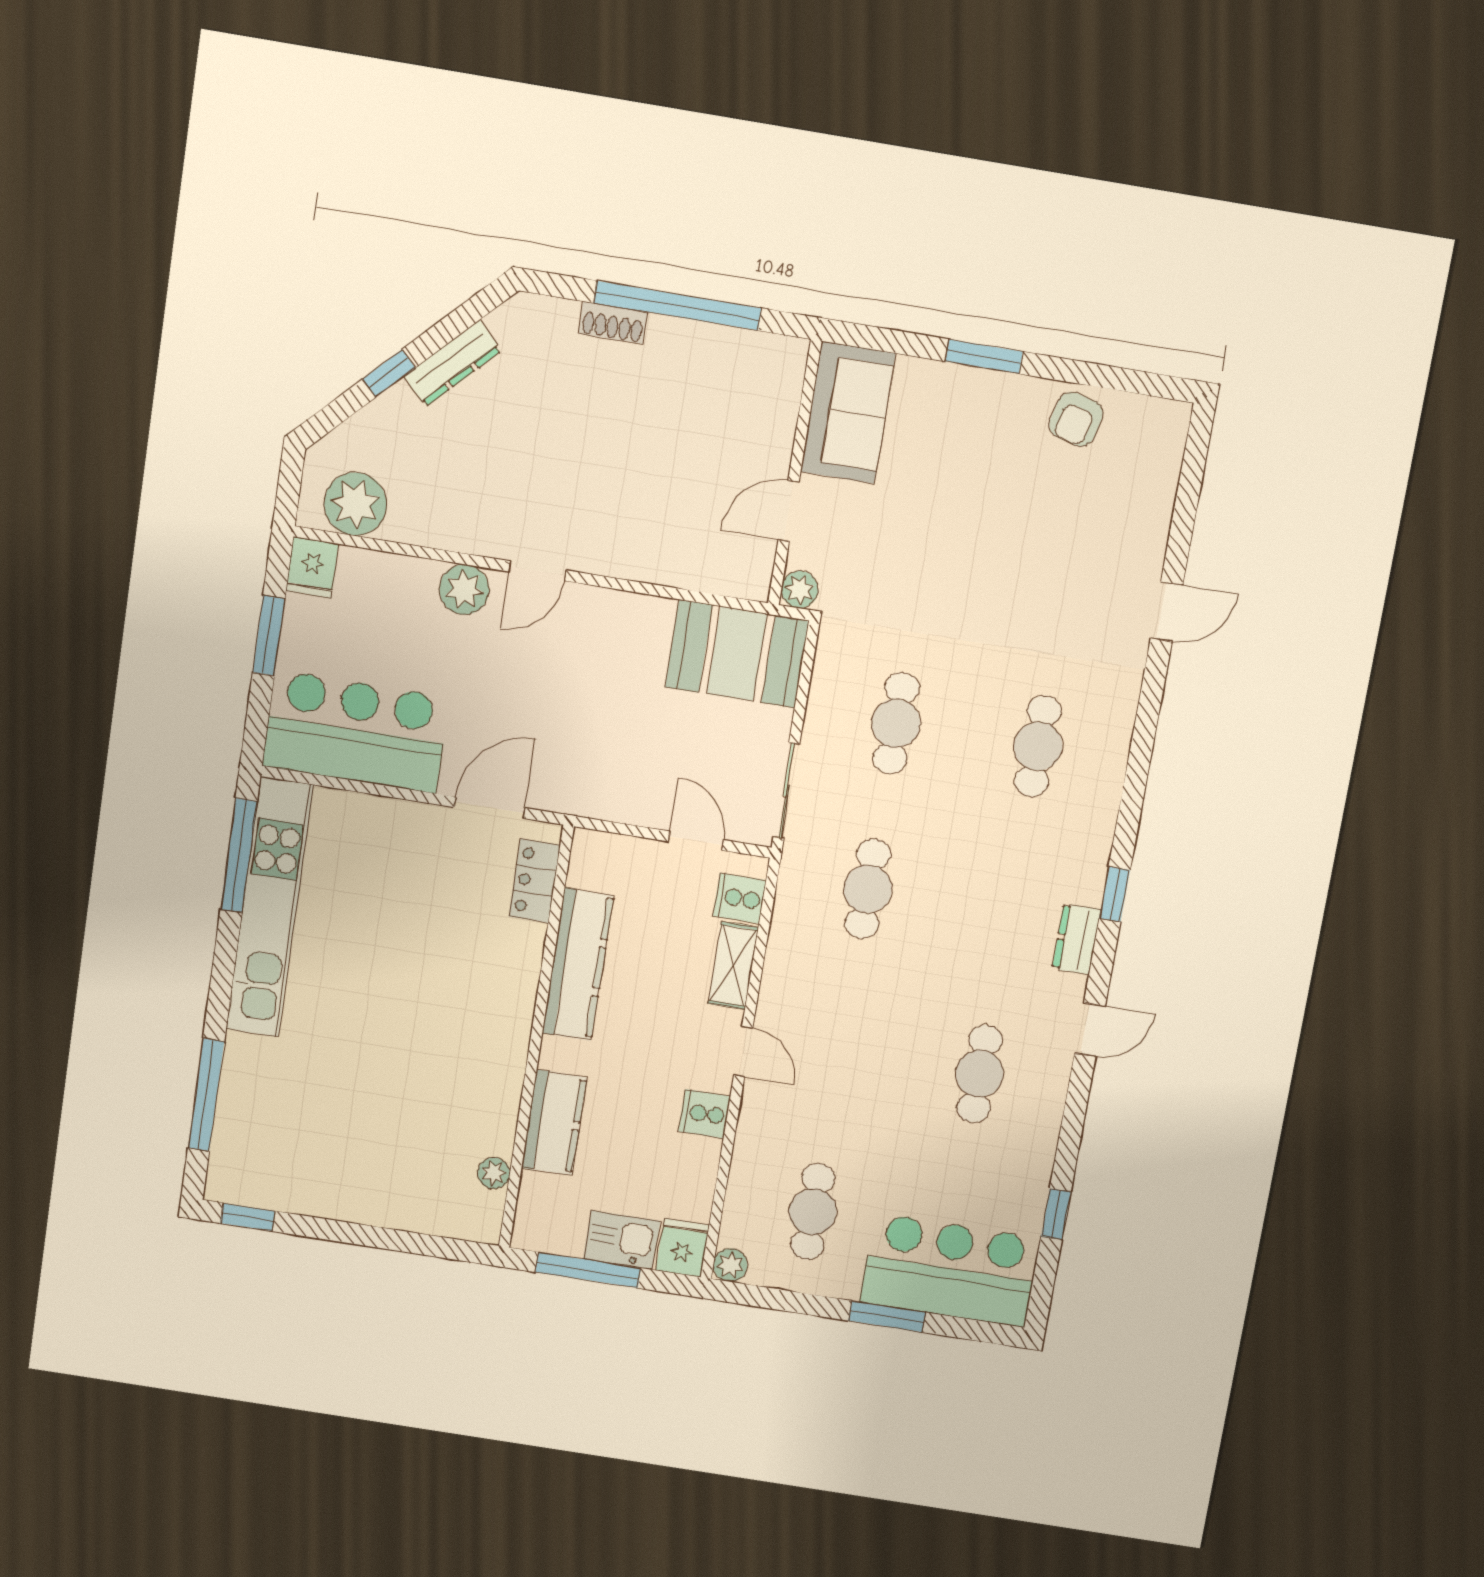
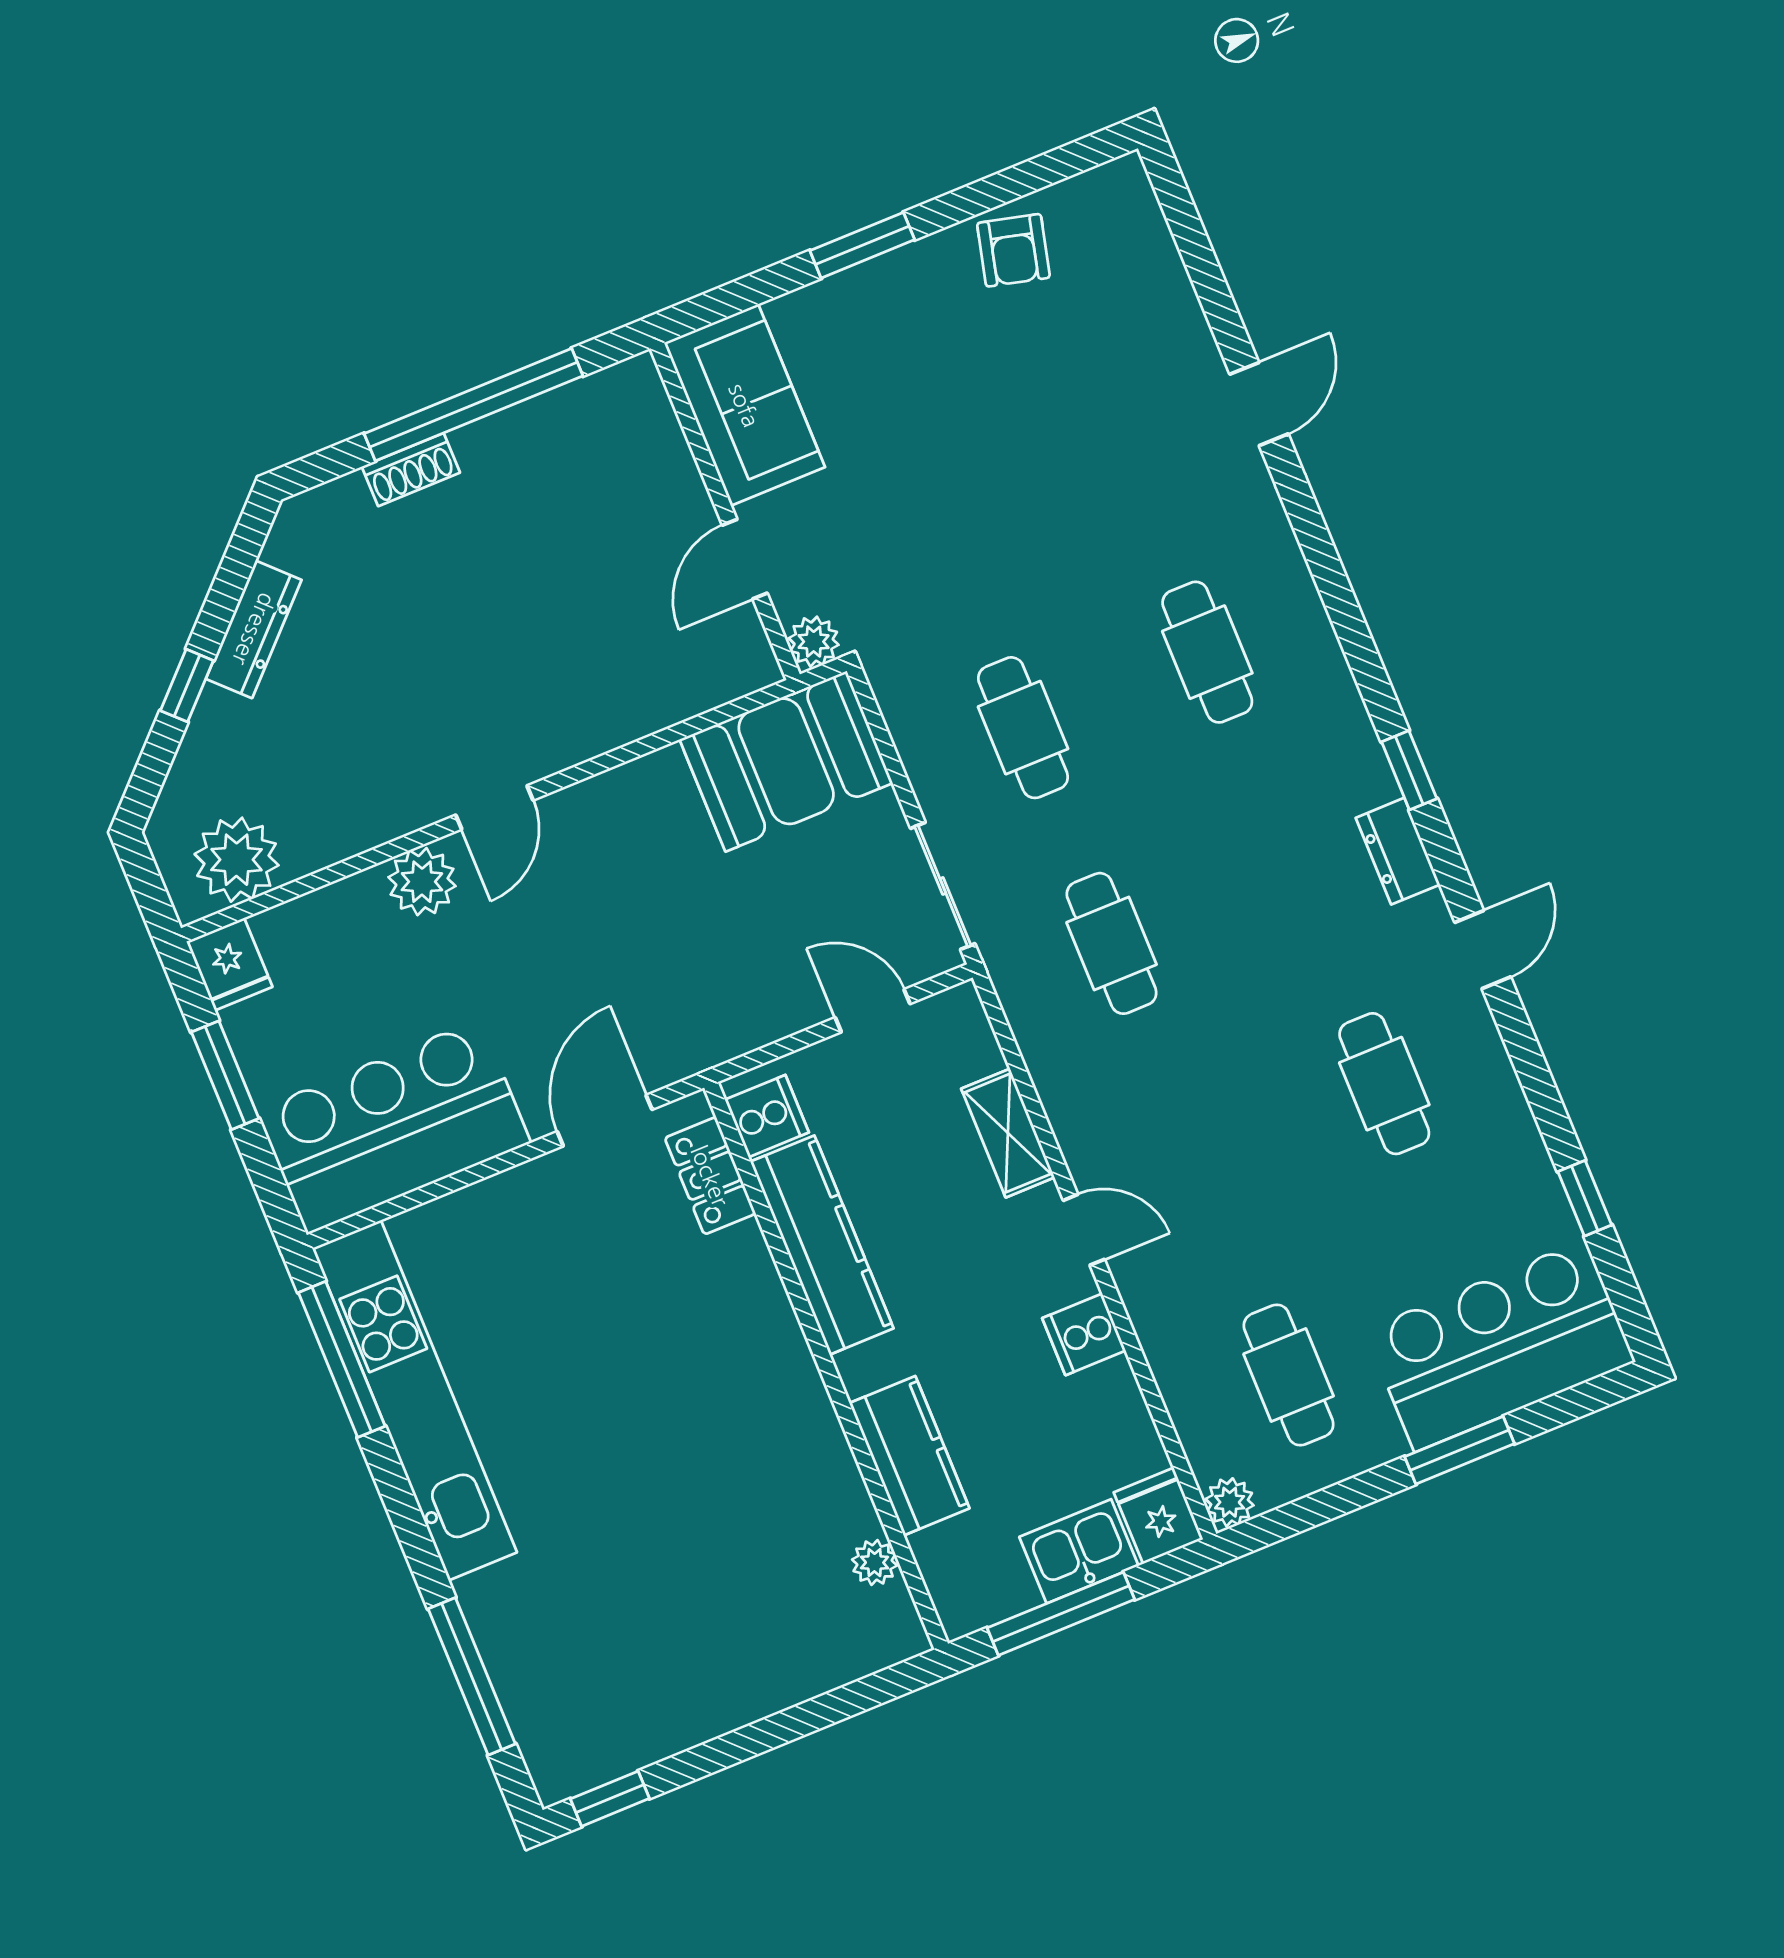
cooker: (740, 898) -> (767, 1116), moved, turned 180

